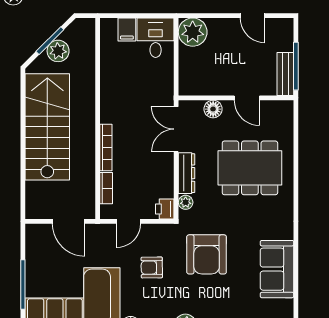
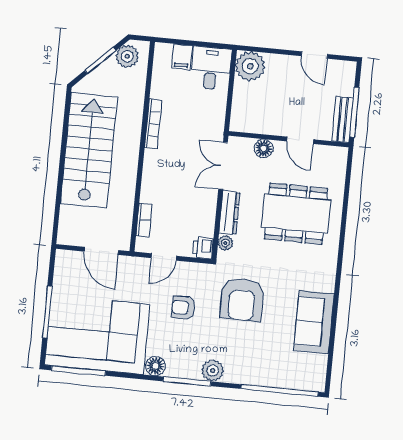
plant: (58, 51) -> (127, 56), moved
bookcase: (106, 147) -> (153, 124), moved

